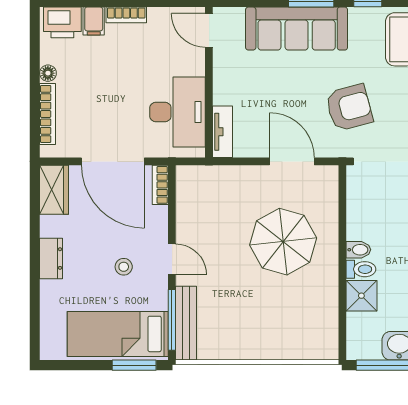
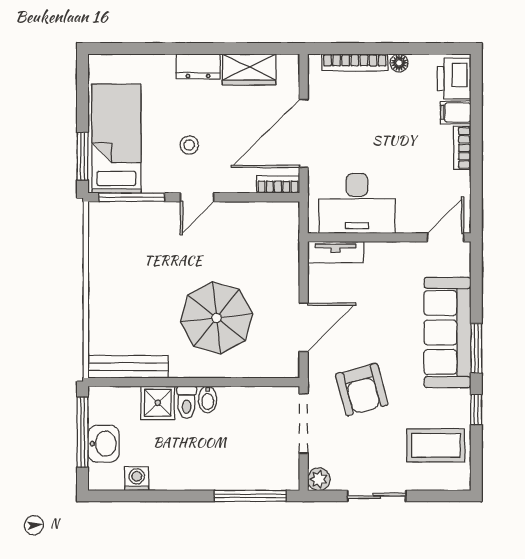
wardrobe: (54, 190) -> (249, 69), moved
bench: (186, 323) -> (128, 367), moved

